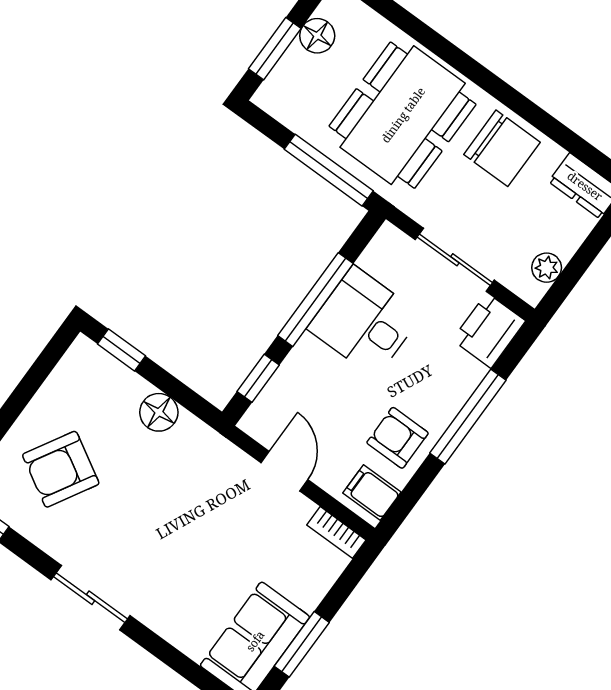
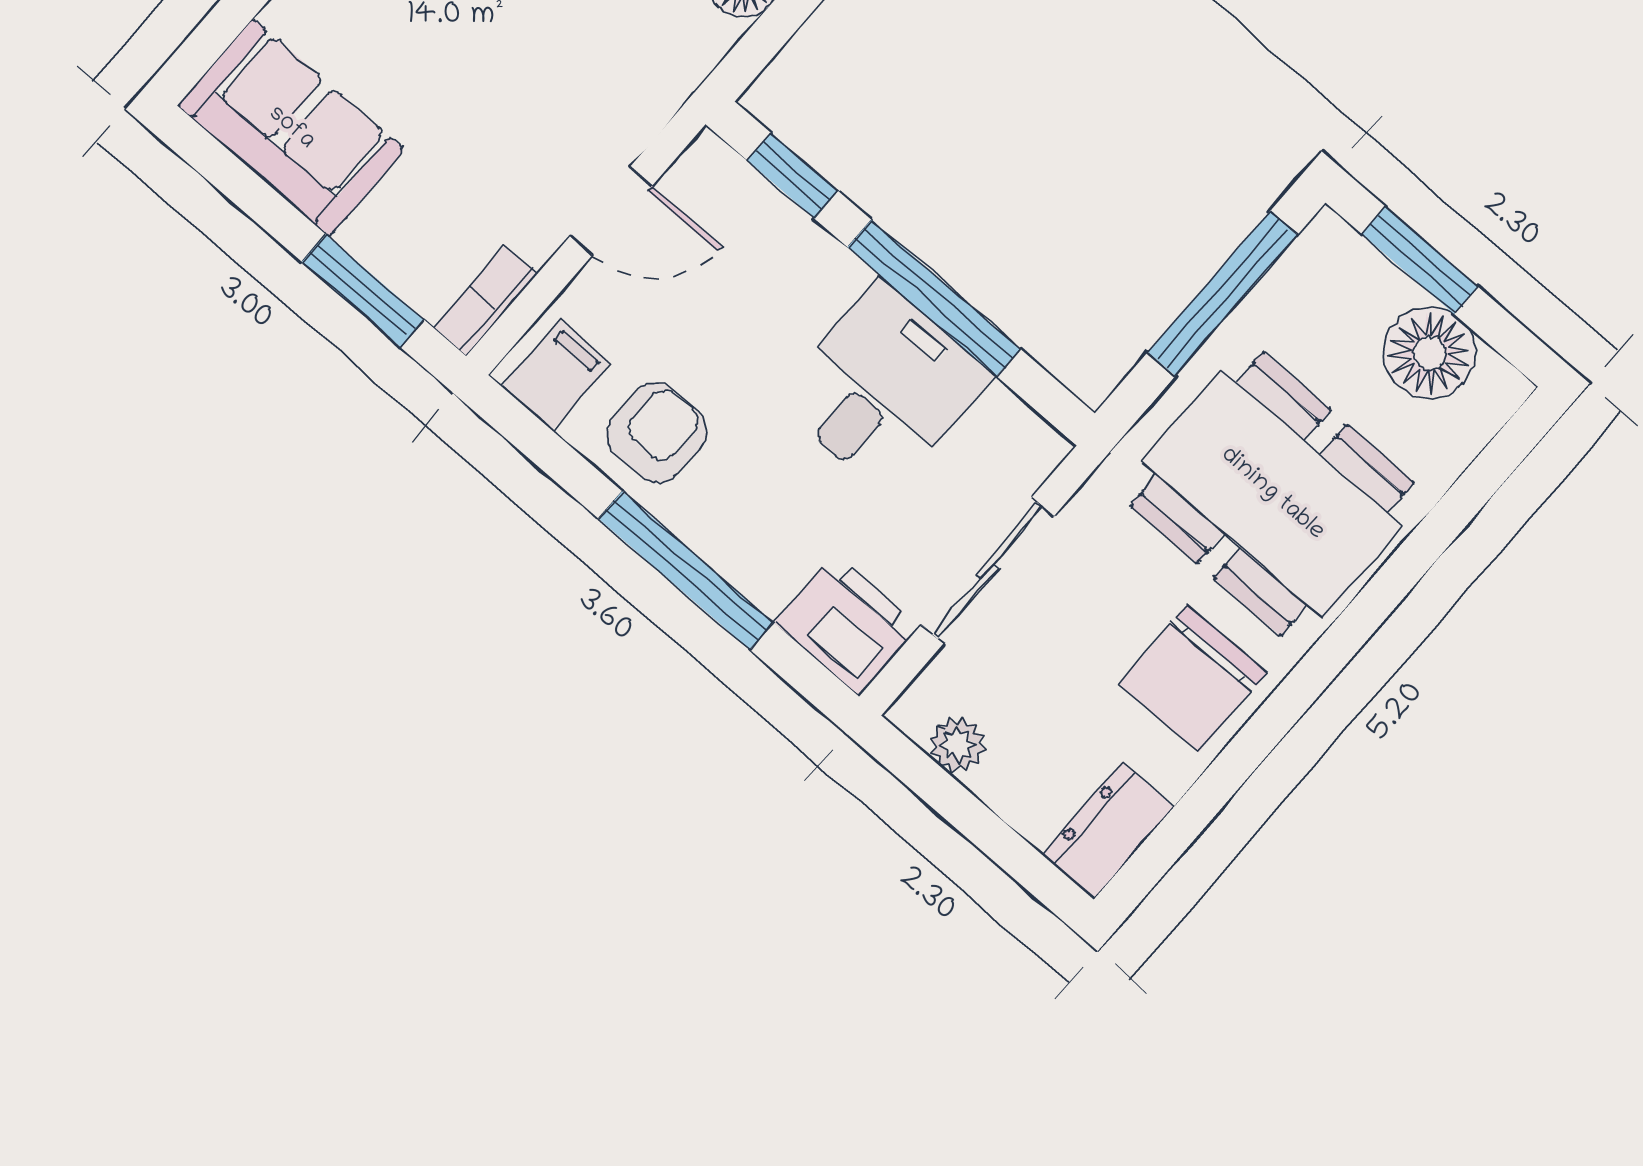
floor lamp: (317, 36) -> (1429, 353), width x1.38, depth x1.38
window: (329, 170) -> (1223, 294), moved
window: (302, 644) -> (363, 291), moved

